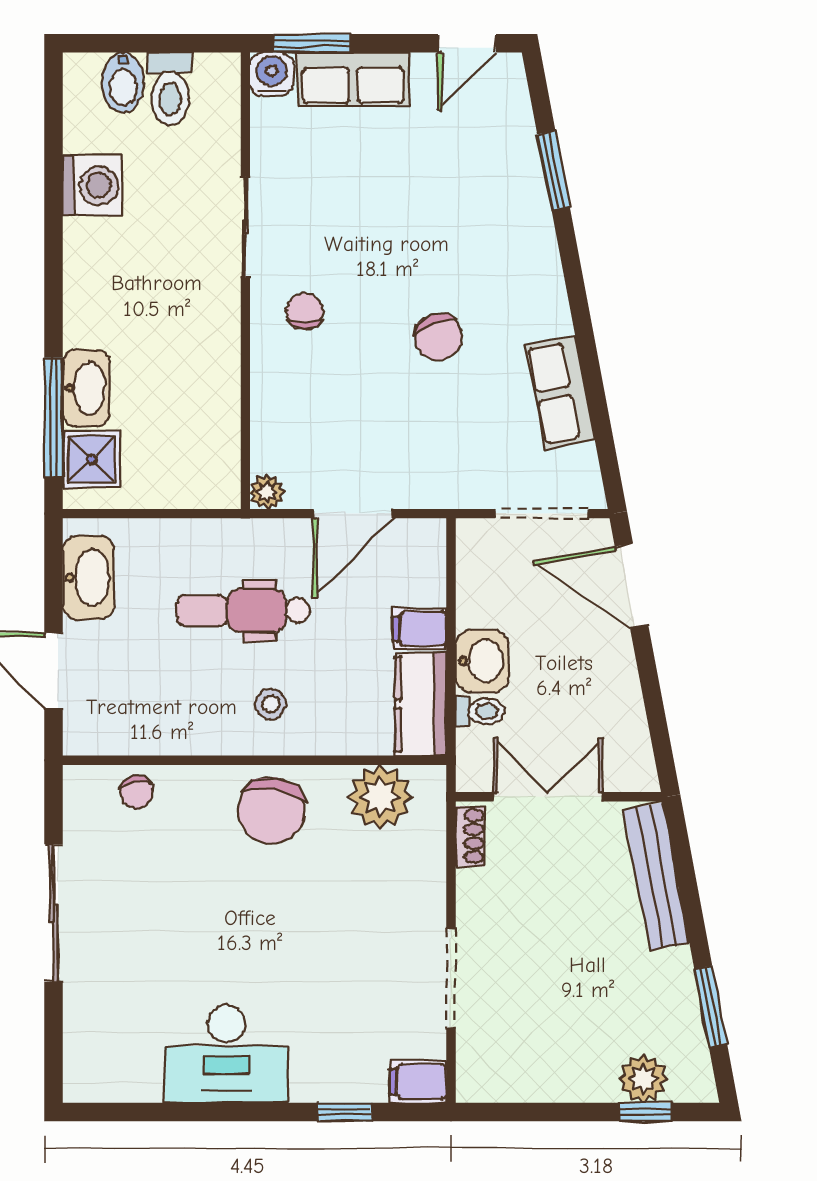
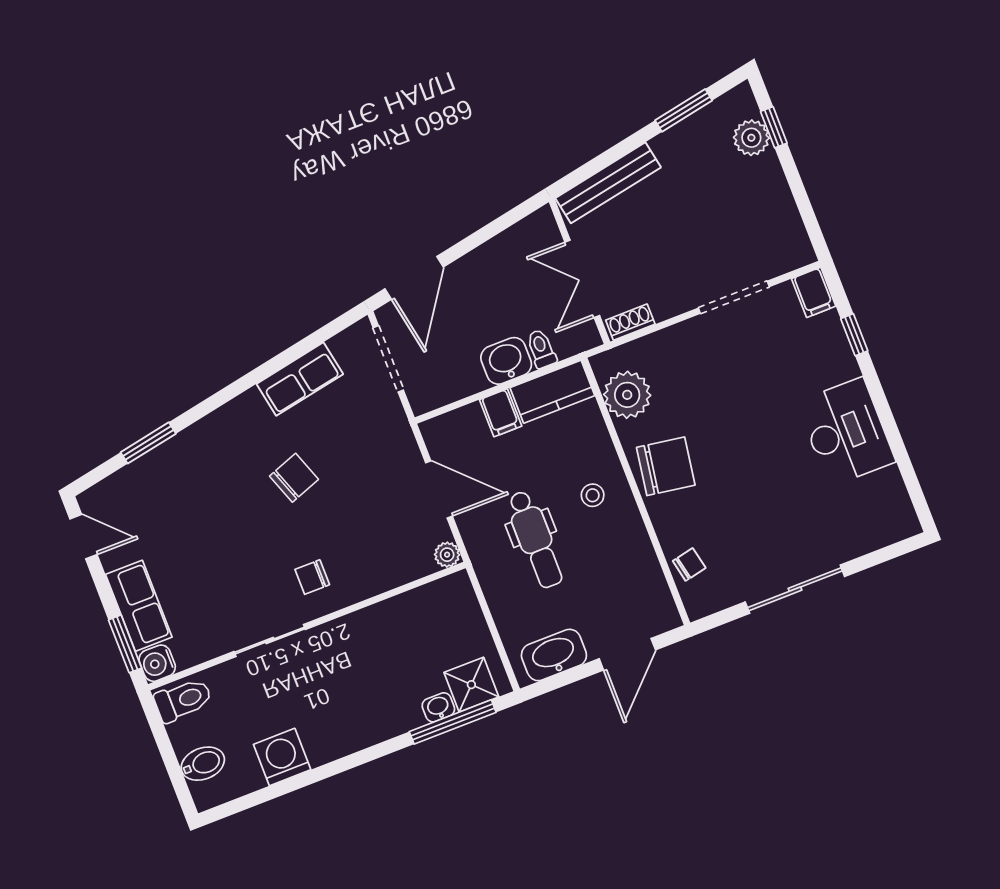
toilet: (170, 89) -> (183, 700), moved
washbasin: (86, 388) -> (438, 707), width x0.52, depth x0.69

